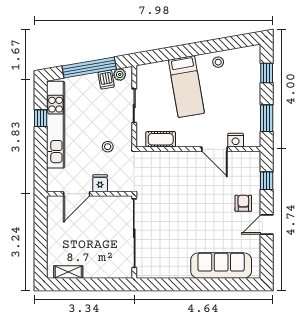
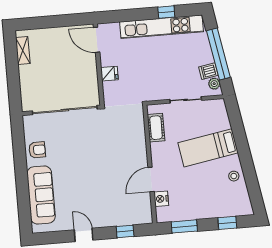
stool: (108, 147) -> (145, 78), removed
door: (77, 194) -> (97, 40), moved
armchair: (243, 203) -> (37, 150), moved

